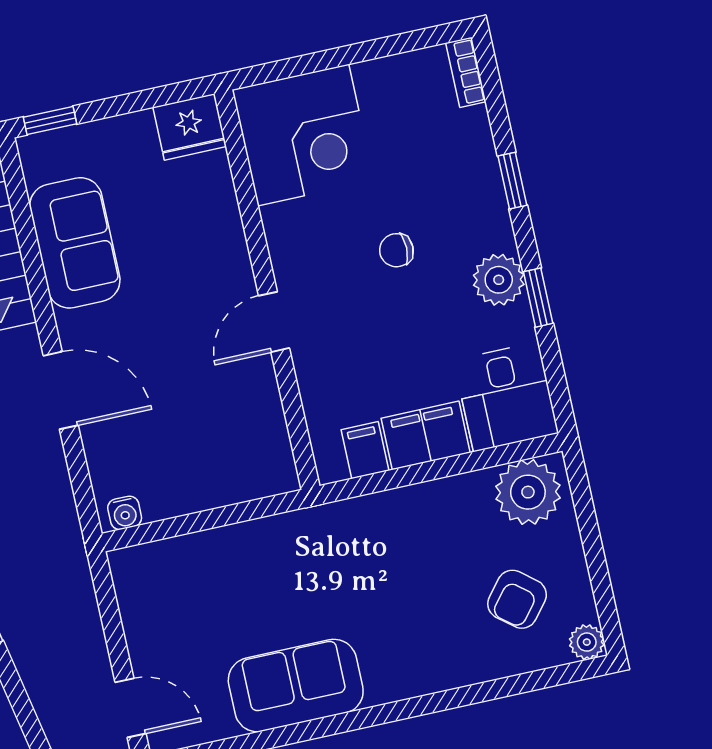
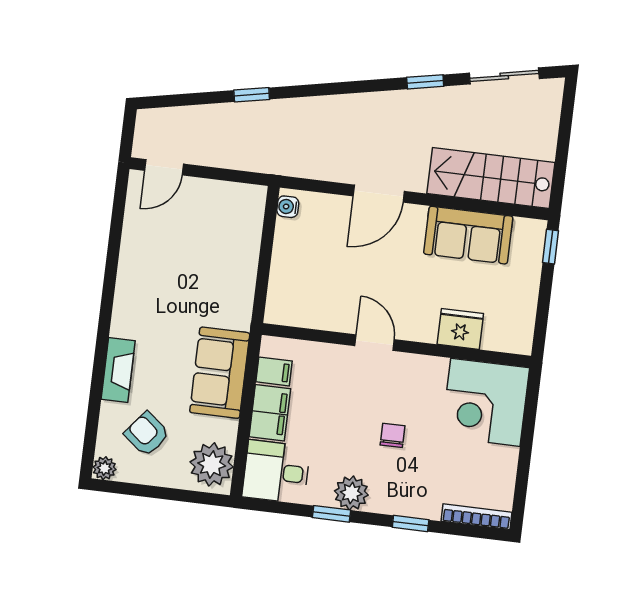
bookcase: (466, 72) -> (476, 517), width x1.56
fridge: (190, 127) -> (460, 329), moved, turned 90
fireplace: (441, 672) -> (118, 370), added
sofa: (296, 686) -> (220, 373), moved, turned 180

